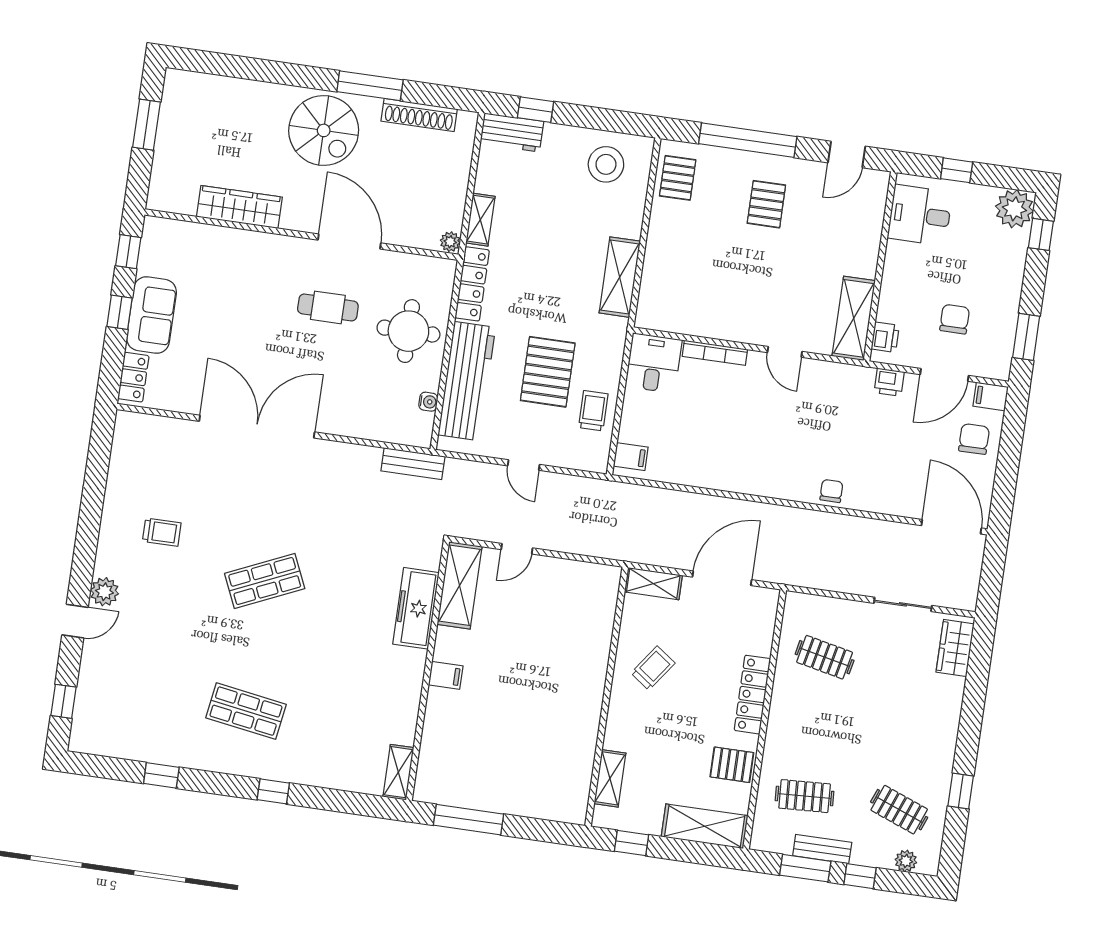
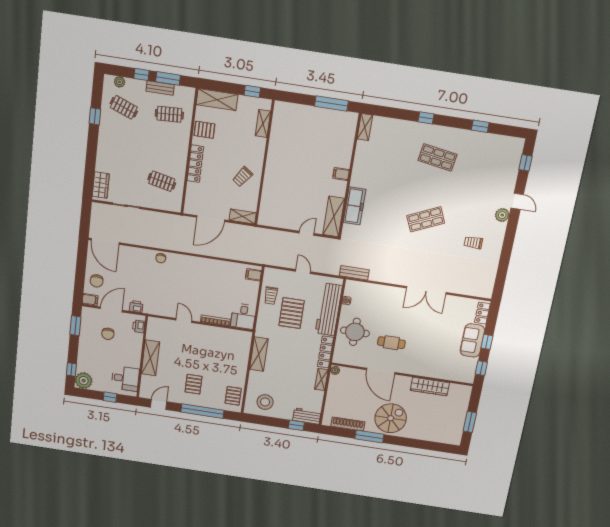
spiral stairs: (324, 130) -> (391, 418), turned 90
shelving: (854, 318) -> (150, 358), moved
double door: (257, 427) -> (426, 290), width x0.73
door: (75, 621) -> (517, 201), swing flipped

